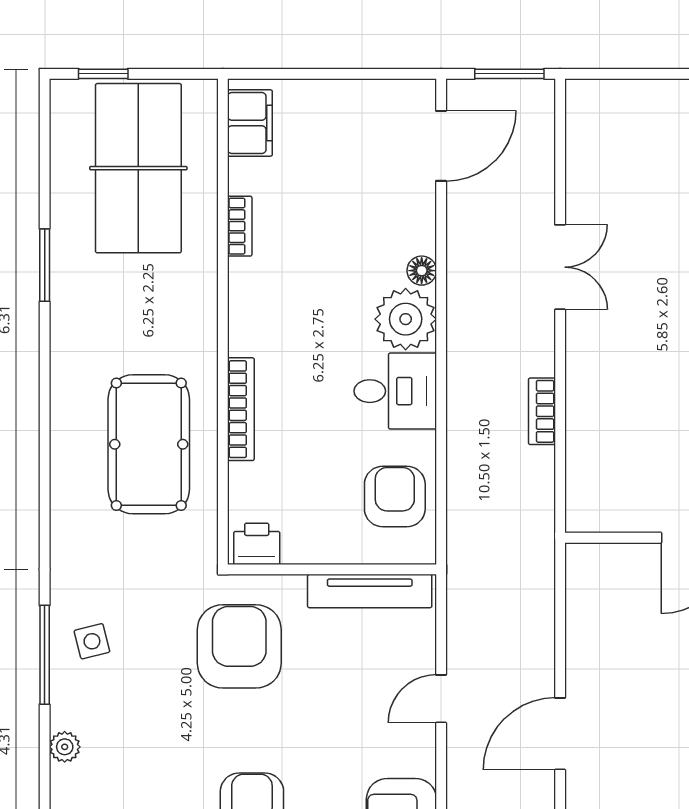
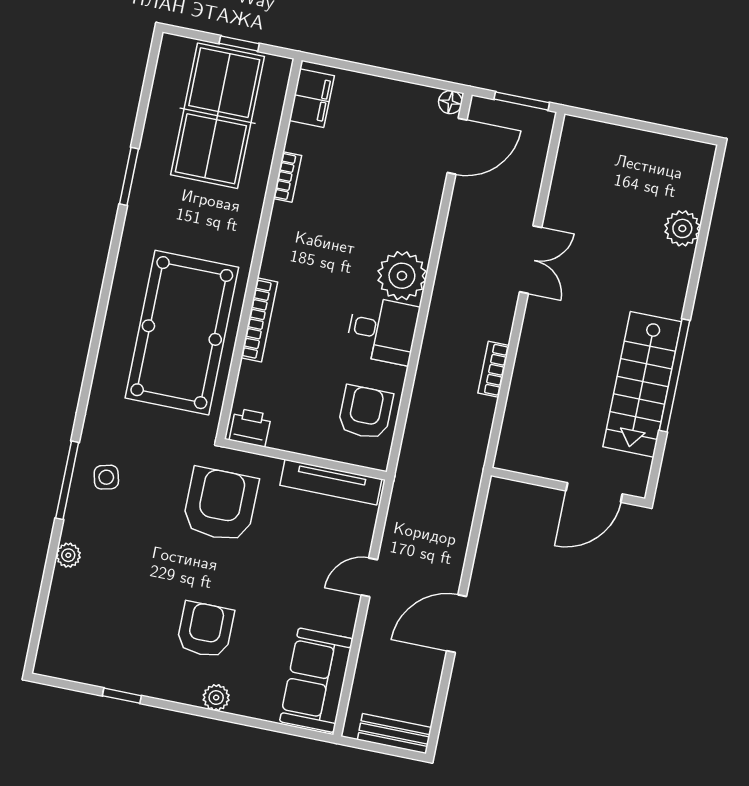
window: (103, 74) -> (239, 43), moved
floor lamp: (422, 271) -> (450, 102), moved
pool table: (149, 444) -> (182, 333), width x1.36, depth x1.32

